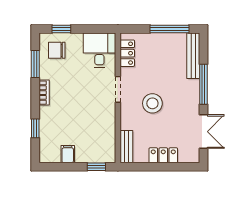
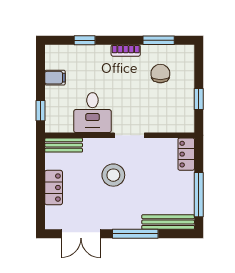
window: (61, 29) -> (199, 99), moved
chair: (57, 50) -> (160, 74), moved
desk: (99, 50) -> (92, 113), moved, turned 90
locker: (127, 53) -> (186, 154), moved, turned 90

